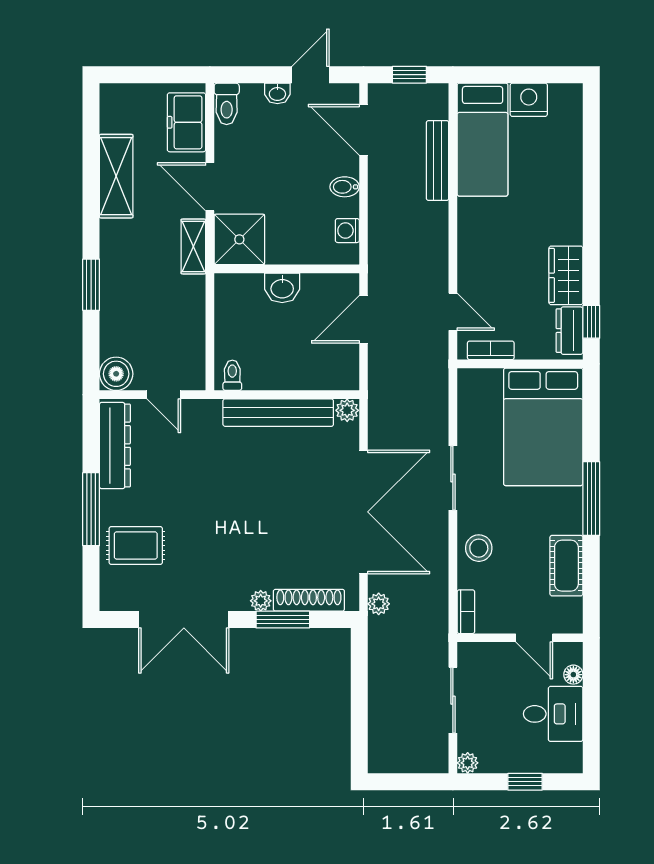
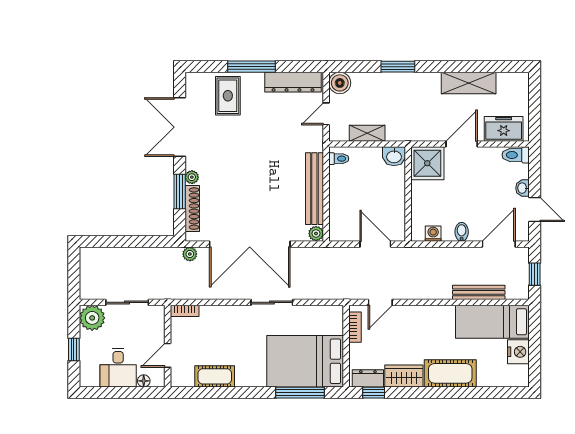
cot: (562, 204) -> (450, 373), added
shelving: (193, 246) -> (367, 133), moved
washbasin: (282, 288) -> (394, 156), moved, turned -90
window: (591, 499) -> (300, 393), moved
stool: (479, 548) -> (226, 319), removed
plant: (468, 763) -> (92, 318), width x1.88, depth x1.88

